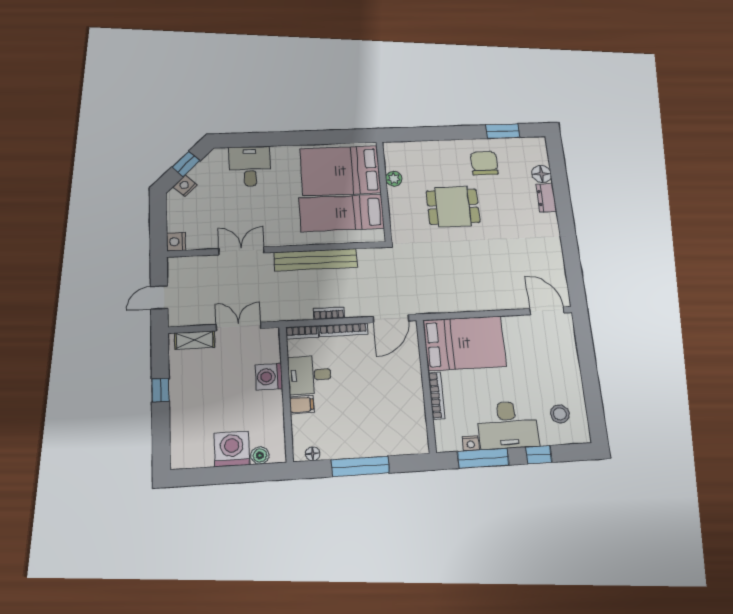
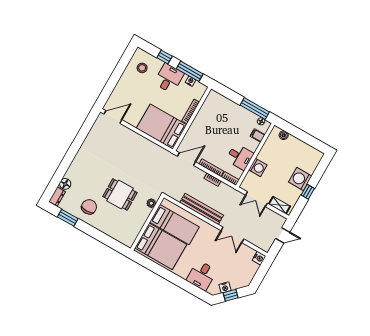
chair: (484, 163) -> (89, 207), turned 180
plant: (394, 179) -> (151, 203), moved
nightstand: (185, 186) -> (225, 287), moved
dresser: (546, 198) -> (57, 197), moved
door: (547, 311) -> (113, 117), swing flipped
filing cabinet: (302, 405) -> (258, 135), moved
desk: (508, 425) -> (169, 78), width x0.73
washing machine: (232, 449) -> (300, 179), moved, turned 90
window: (360, 466) -> (255, 109), moved

